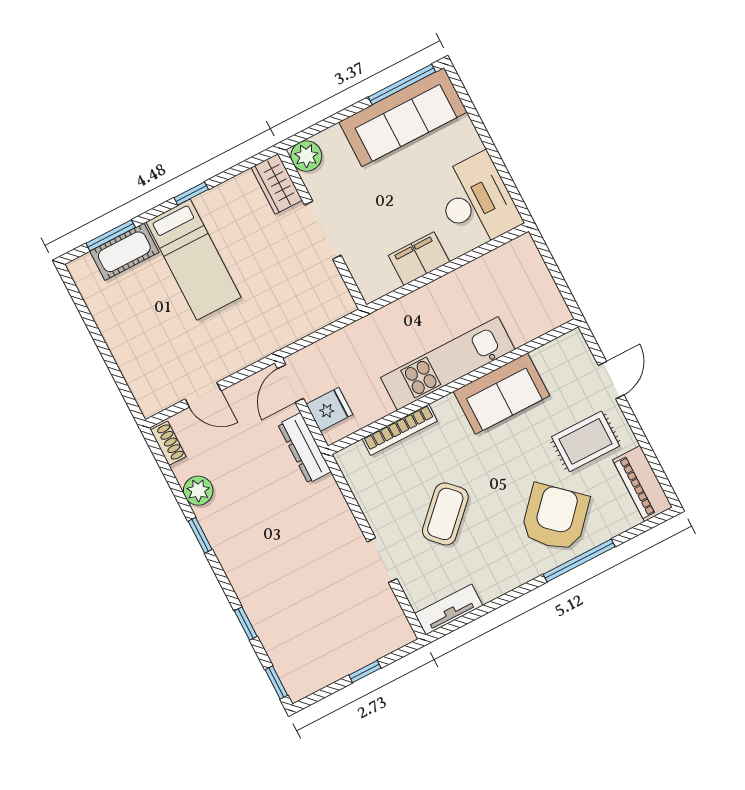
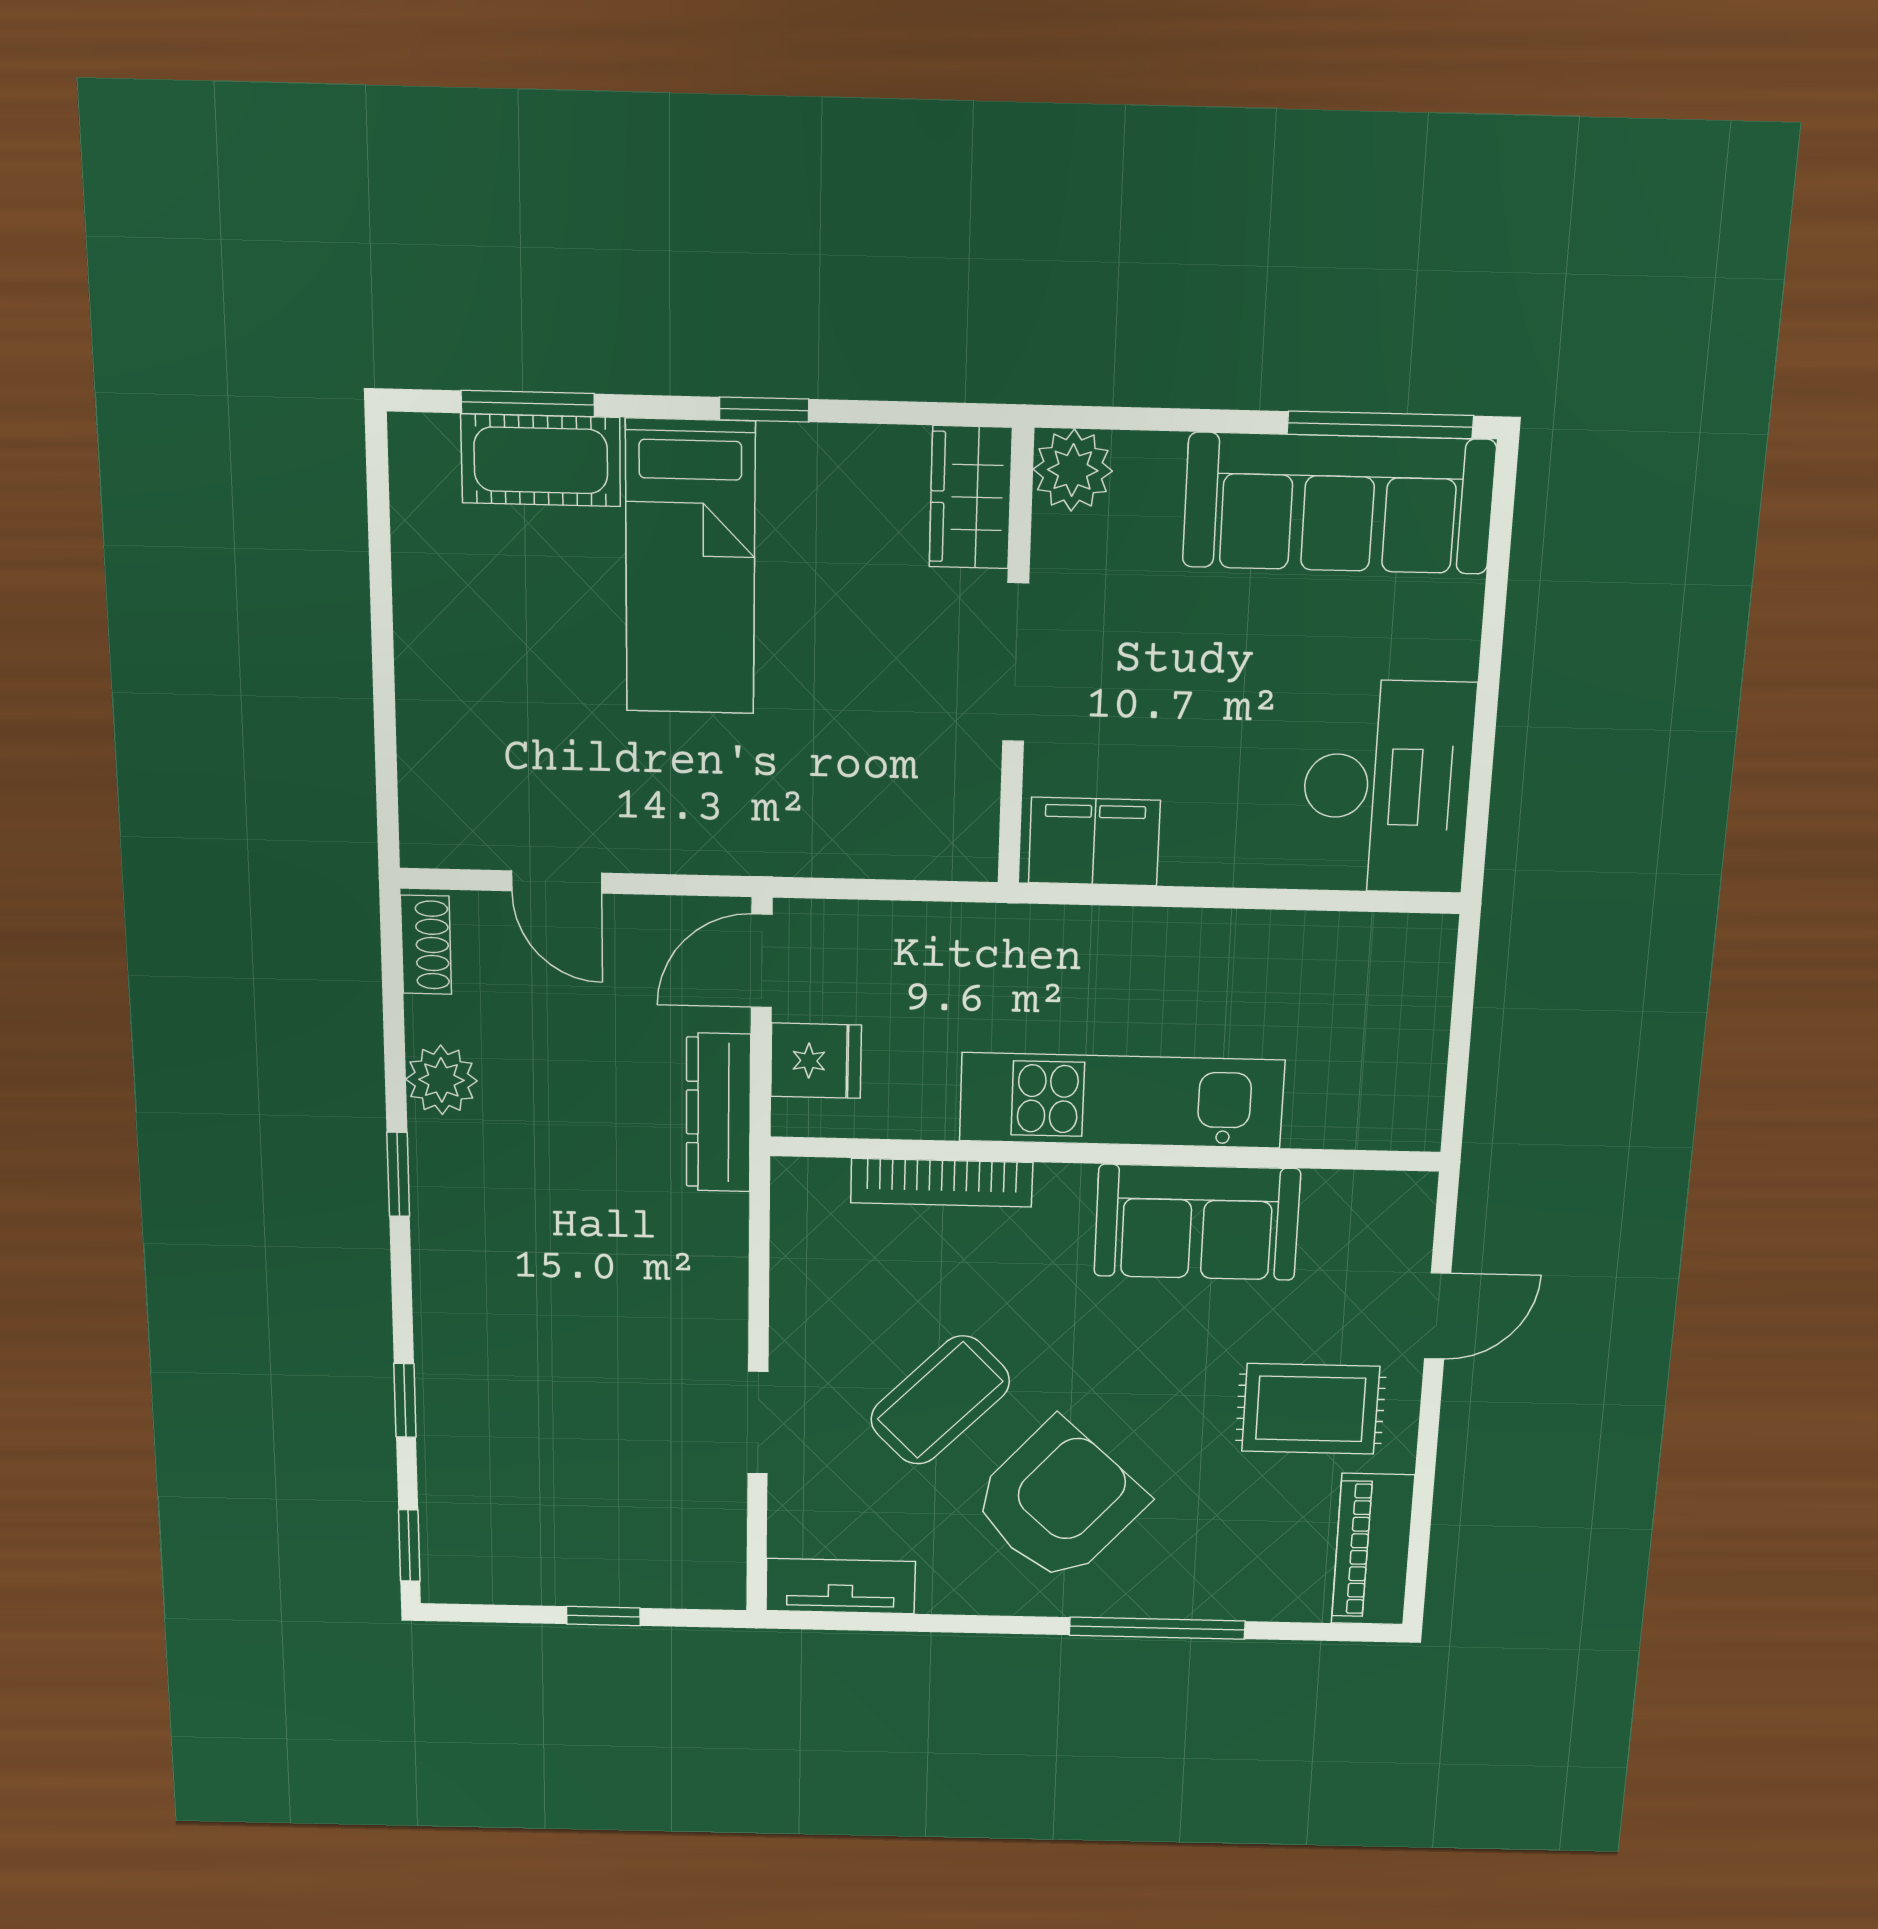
filing cabinet: (419, 259) -> (1094, 842), moved
armchair: (555, 517) -> (1059, 1502), moved

